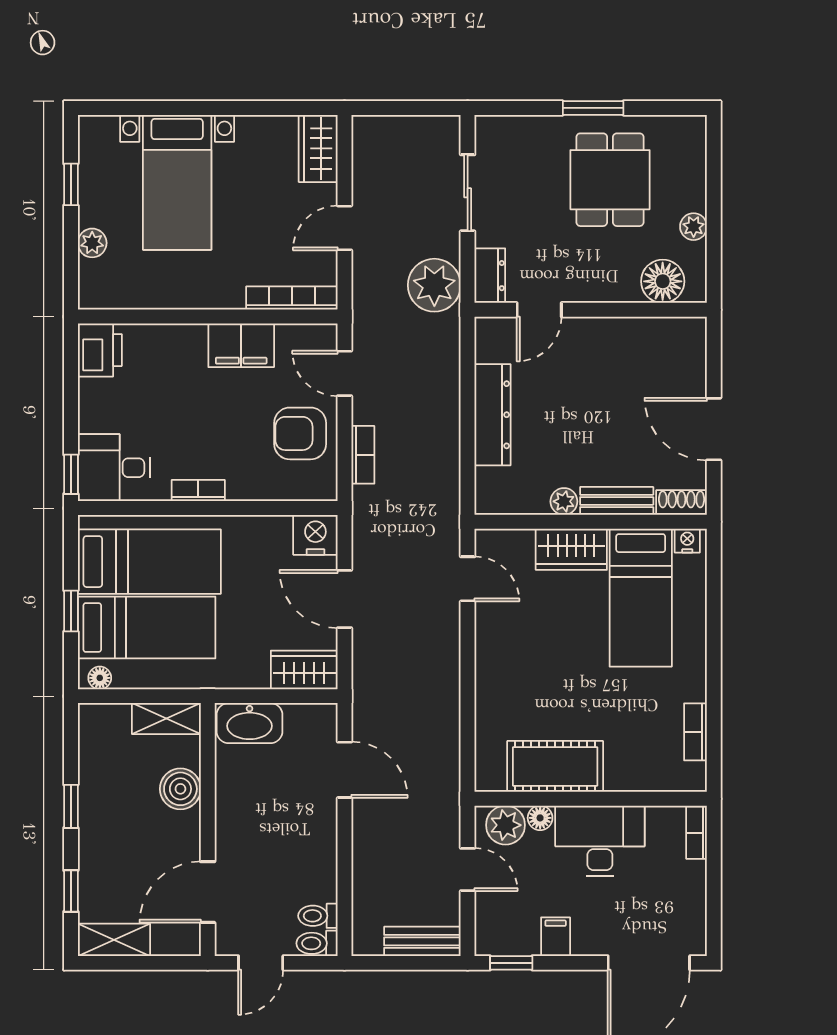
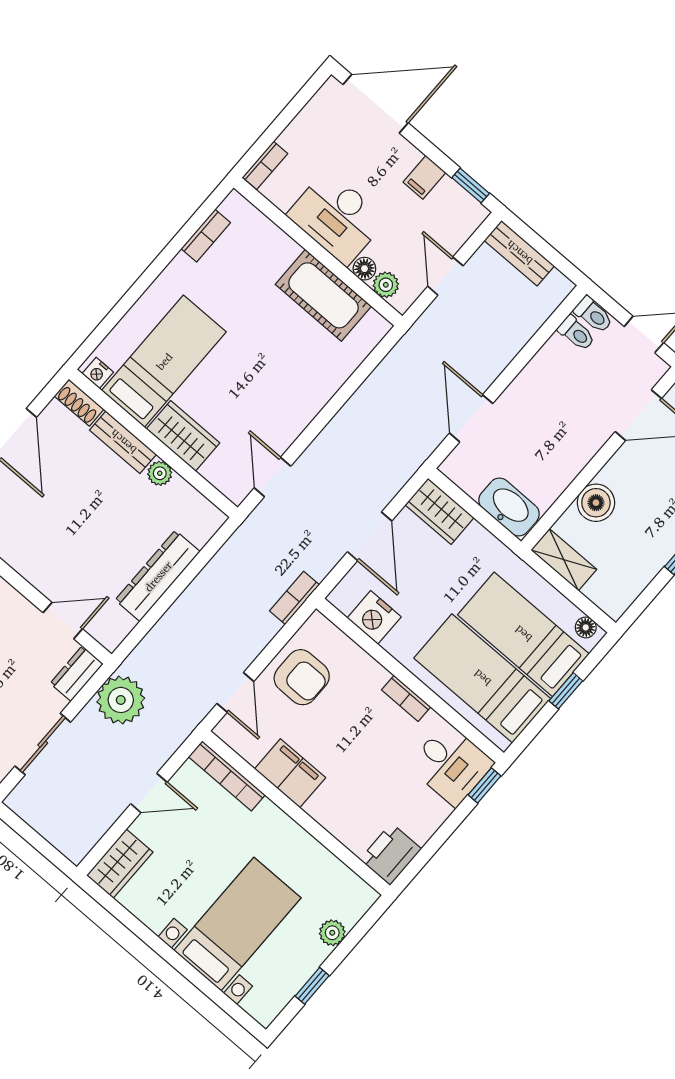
bookcase: (363, 455) -> (295, 598), moved
nightstand: (315, 535) -> (374, 617), moved
plant: (506, 825) -> (386, 285), width x0.73, depth x0.73

